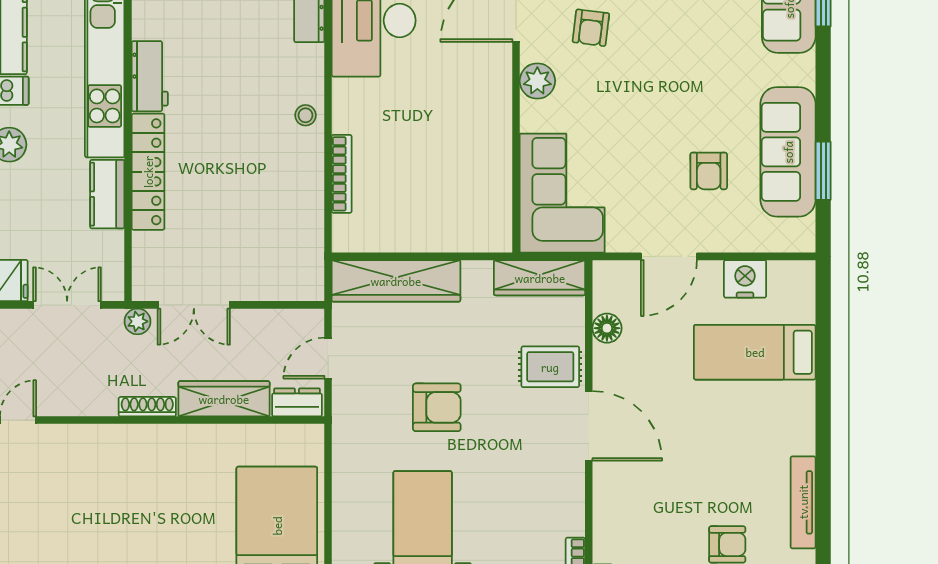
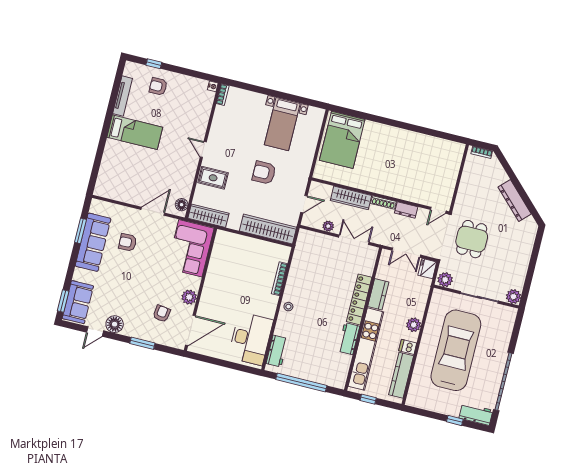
armchair: (709, 171) -> (128, 242), turned -92
nightstand: (745, 279) -> (124, 194), removed
plant: (137, 321) -> (328, 226), moved
floor lamp: (607, 328) -> (182, 205), moved
bed: (755, 352) -> (135, 132), moved
dresser: (297, 402) -> (406, 210), moved
door: (589, 426) -> (203, 149), width x0.53

